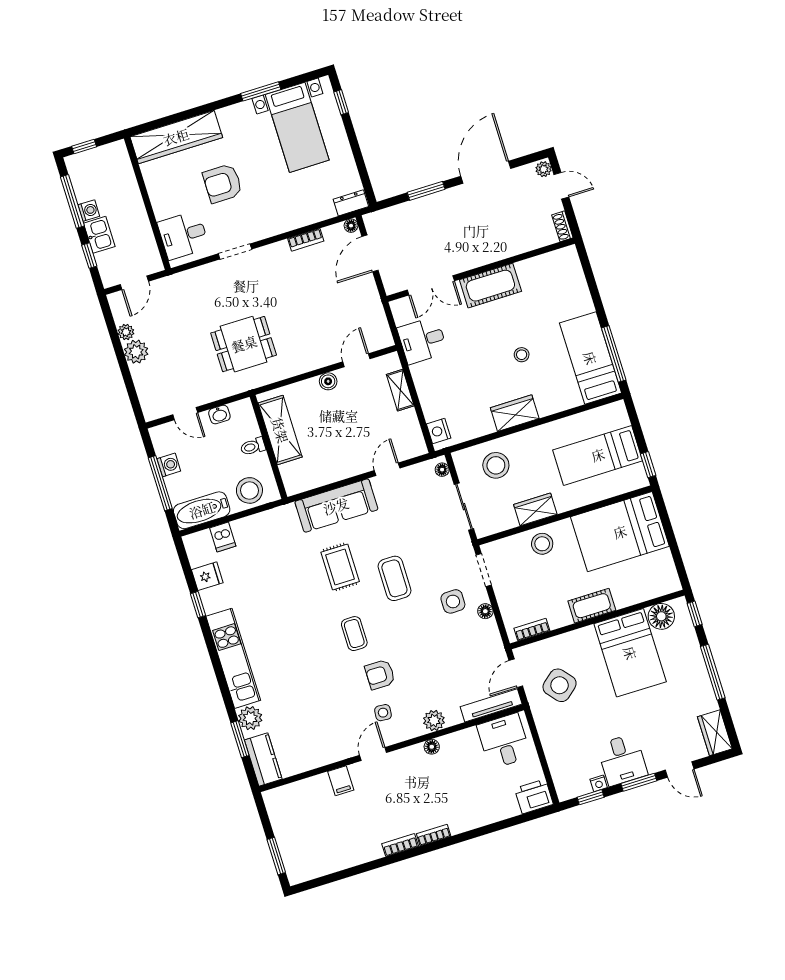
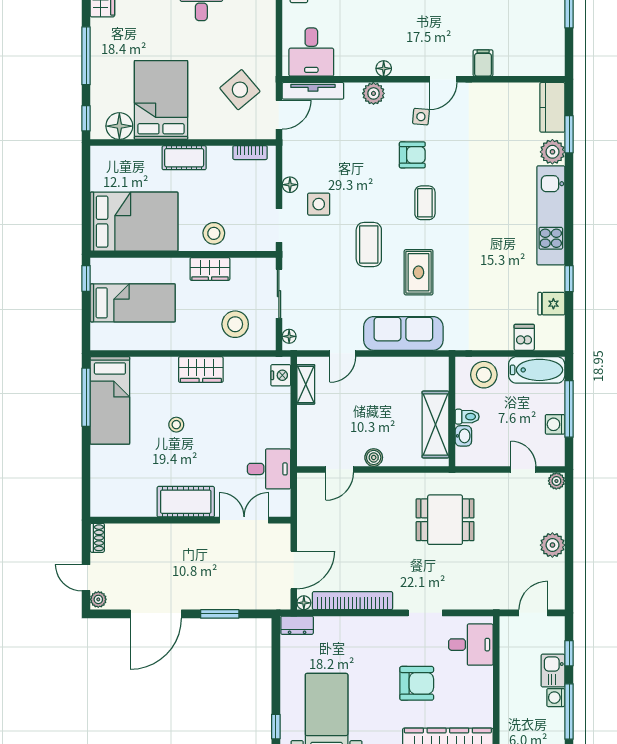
bookcase: (306, 240) -> (353, 601), width x2.31, depth x1.31
plant: (126, 332) -> (556, 481), moved
shelving: (400, 390) -> (306, 384), moved
washbasin: (219, 415) -> (463, 436), moved, turned 90

